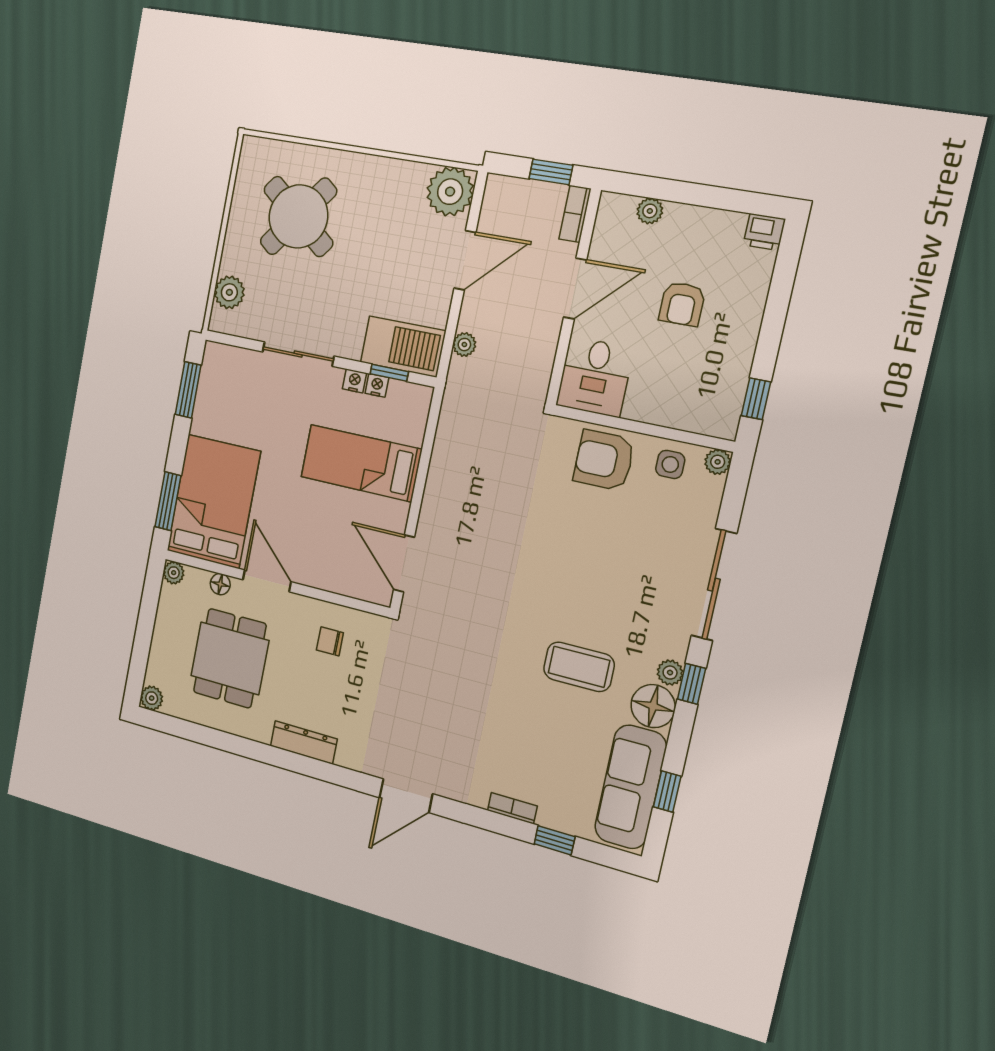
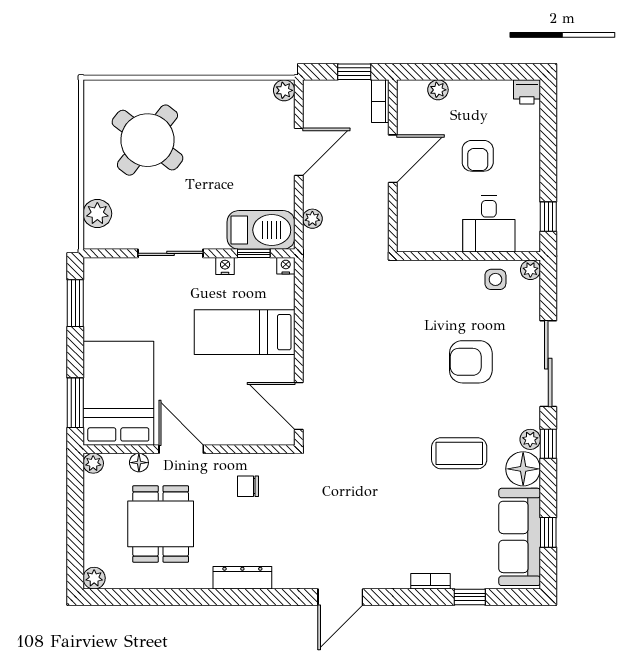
plant: (450, 192) -> (284, 90), width x0.53, depth x0.53
desk: (595, 377) -> (489, 224), moved
nightstand: (377, 385) -> (286, 266), moved
armchair: (604, 460) -> (471, 362), moved

